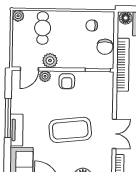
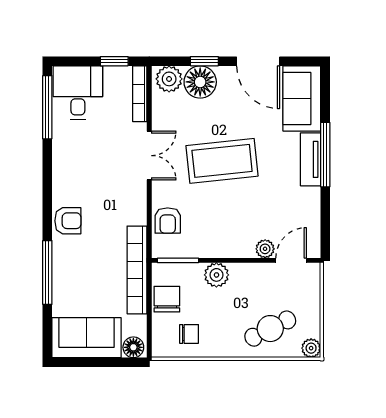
cafe table: (43, 28) -> (270, 329), turned 63
plant: (50, 61) -> (216, 275), moved
armchair: (67, 81) -> (168, 221), moved, turned 180
window: (8, 118) -> (325, 155), moved
double door: (114, 134) -> (149, 156), swing flipped

